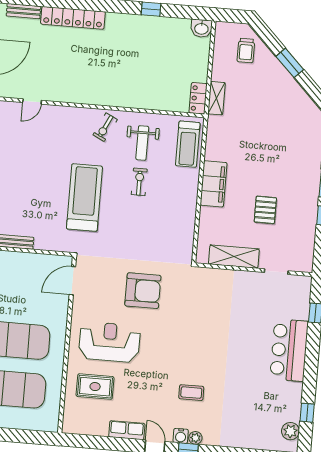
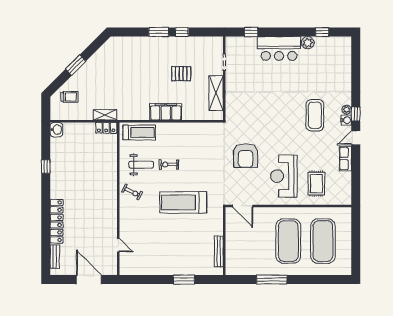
armchair: (143, 291) -> (246, 156), turned 180
coffee table: (191, 393) -> (315, 115), width x1.86, depth x1.72
plant: (290, 431) -> (308, 43), moved

